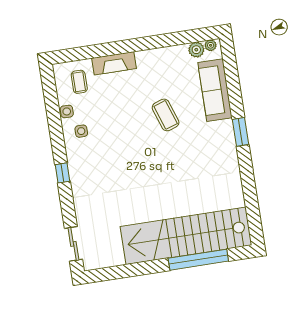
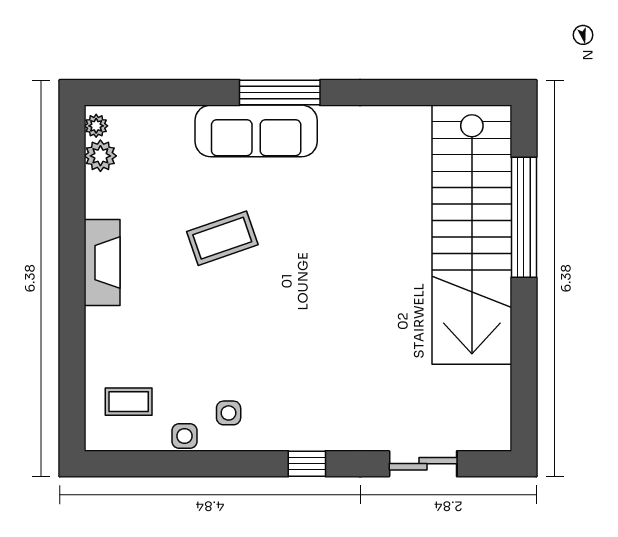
fireplace: (114, 63) -> (102, 263), moved
sofa: (215, 90) -> (256, 131), moved
window: (240, 132) -> (280, 93), width x1.44
sliding door: (73, 244) -> (423, 464), moved

